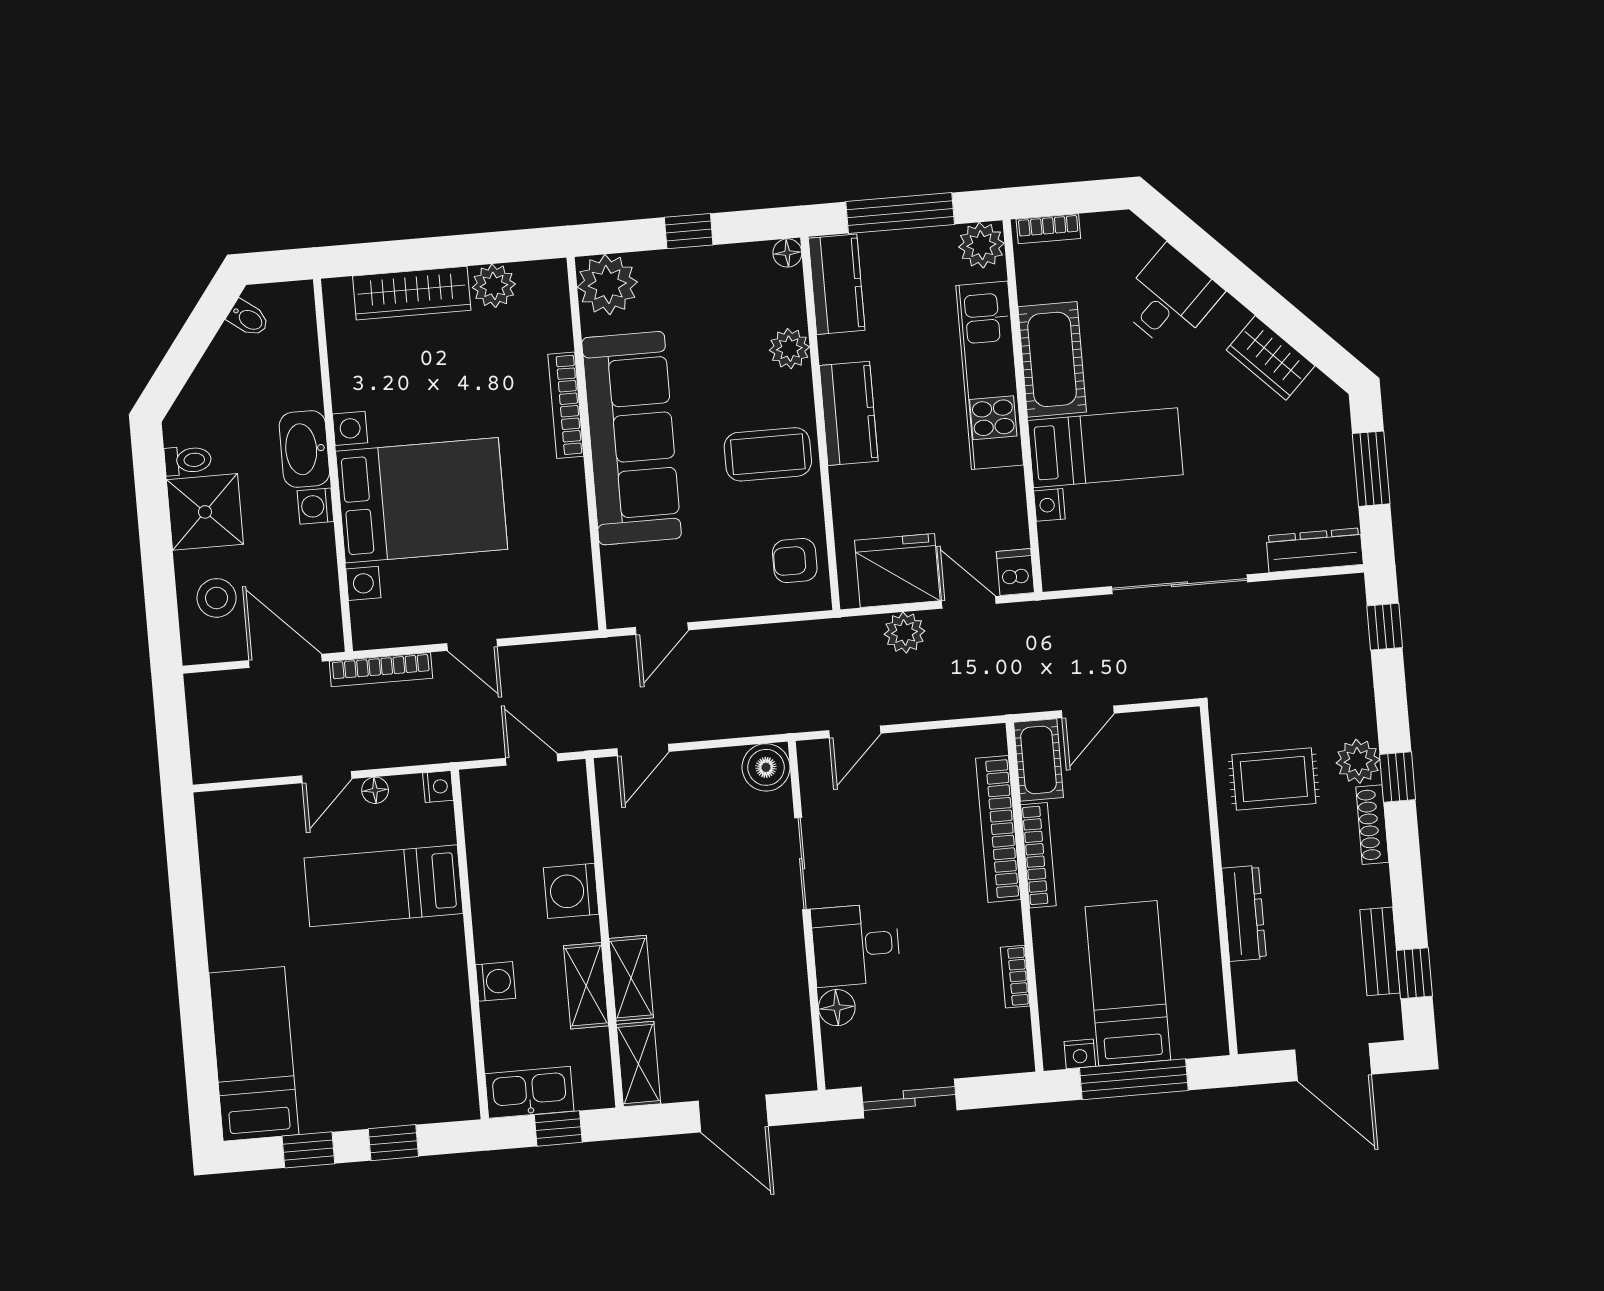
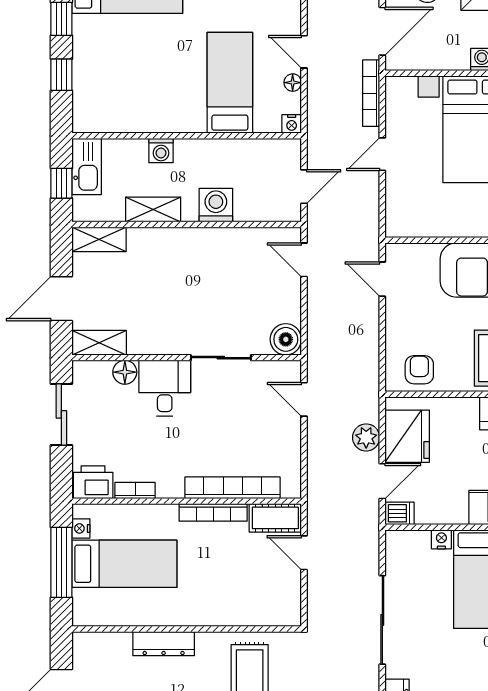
shelving: (631, 978) -> (99, 343), moved
printer: (1008, 1041) -> (93, 482), added

